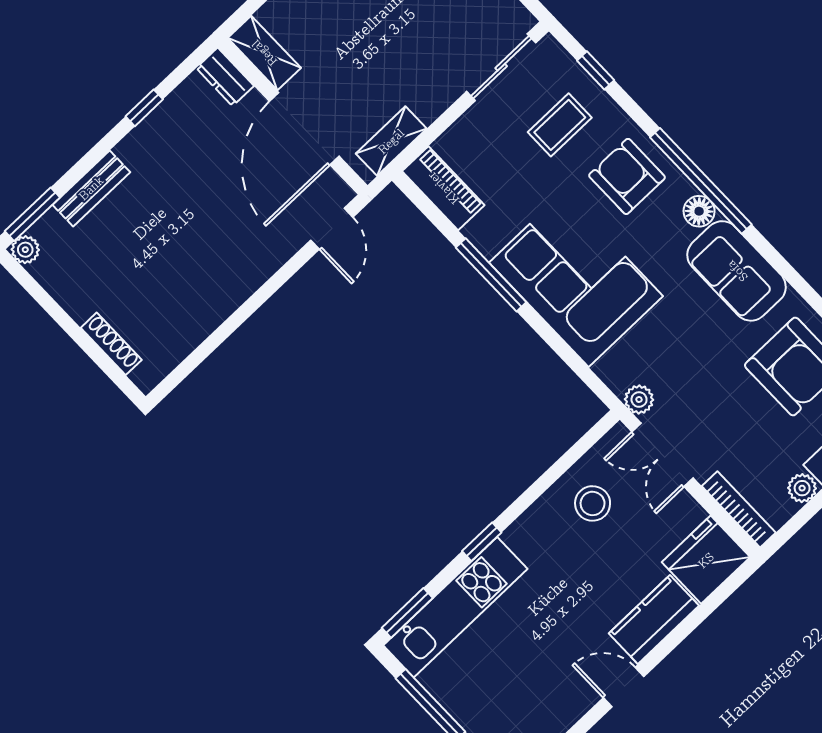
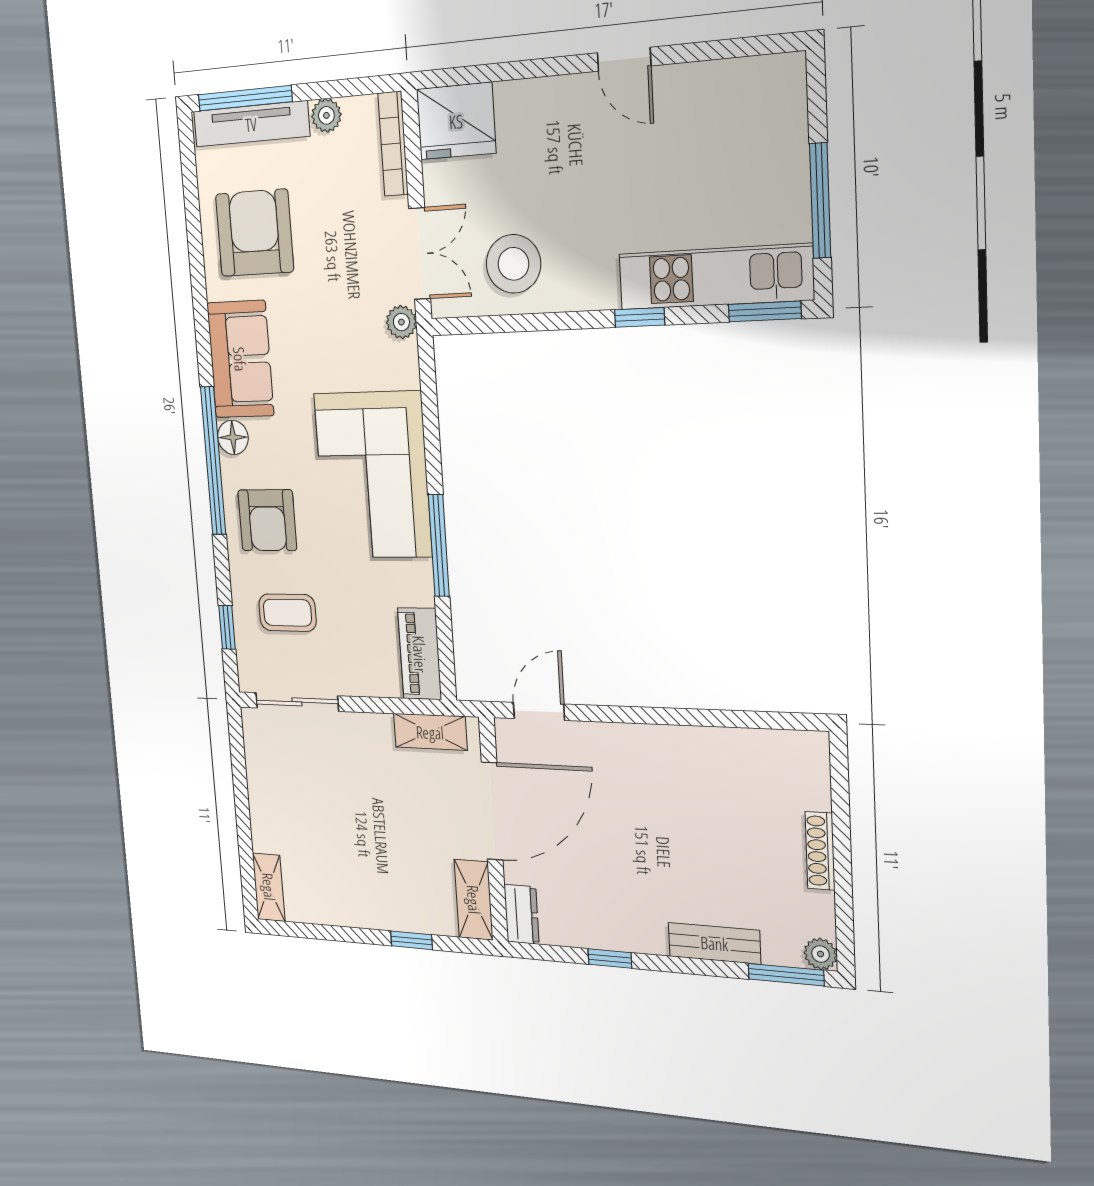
shoe rack: (111, 344) -> (820, 851), moved
stool: (593, 503) -> (513, 264), width x1.38, depth x1.38
kitchen counter: (654, 620) -> (545, 103), removed

